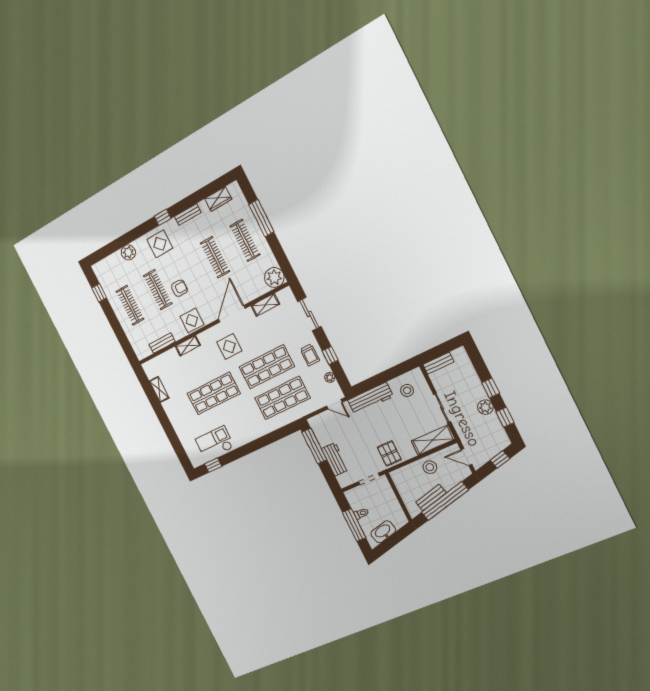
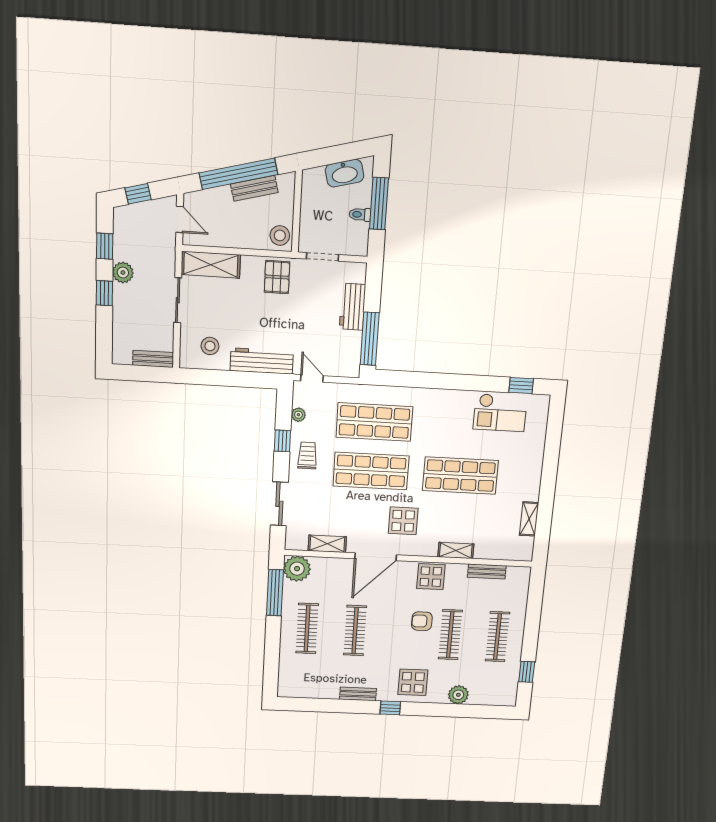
wardrobe: (218, 199) -> (311, 690), removed
window: (261, 218) -> (275, 593), moved
stool: (430, 467) -> (280, 235), moved

